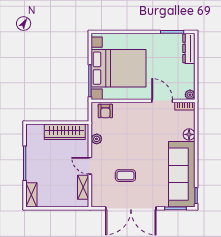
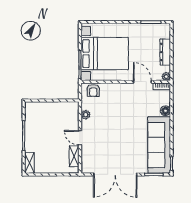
dresser: (189, 48) -> (165, 52), moved
wardrobe: (65, 132) -> (58, 108), removed
coffee table: (125, 176) -> (111, 146), removed

